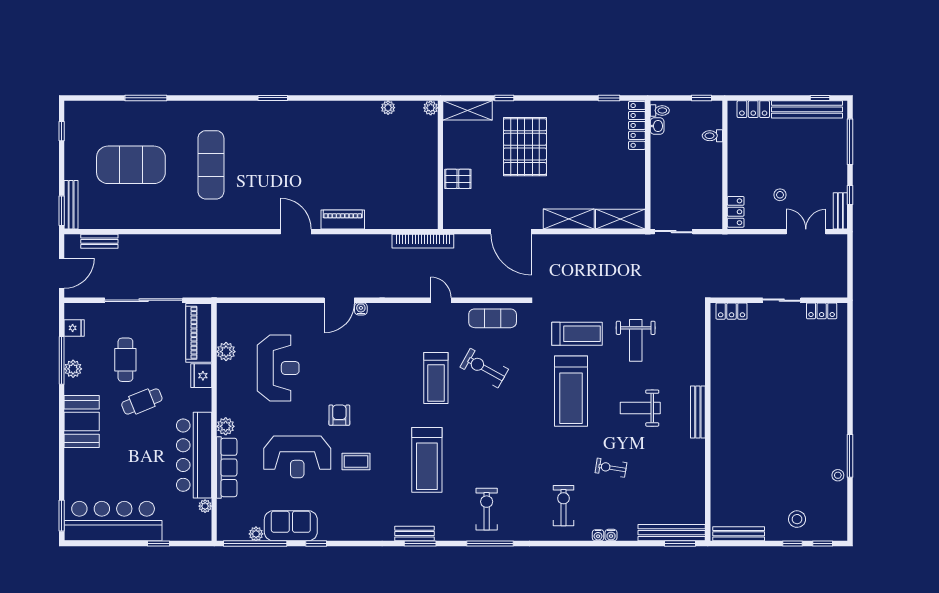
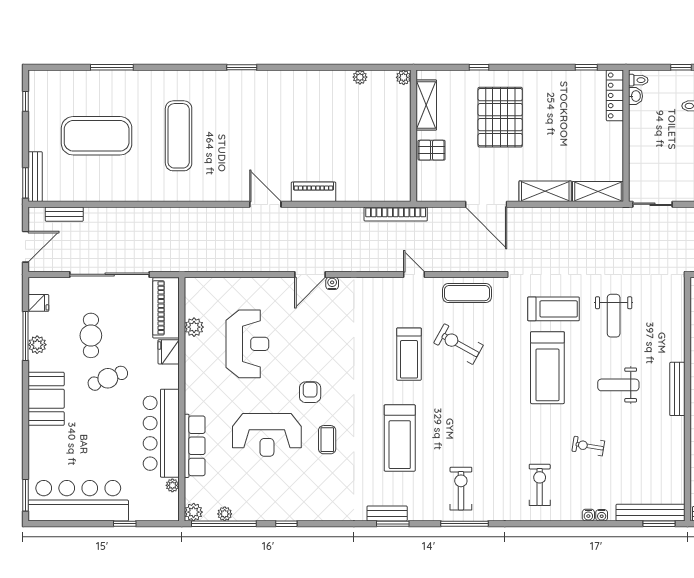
shelving: (468, 110) -> (426, 105), moved, turned 90
plant: (226, 426) -> (194, 512), moved
coffee table: (356, 461) -> (327, 440), turned 90
sofa: (291, 526) -> (260, 506), removed
water cooler: (598, 535) -> (602, 515), moved

